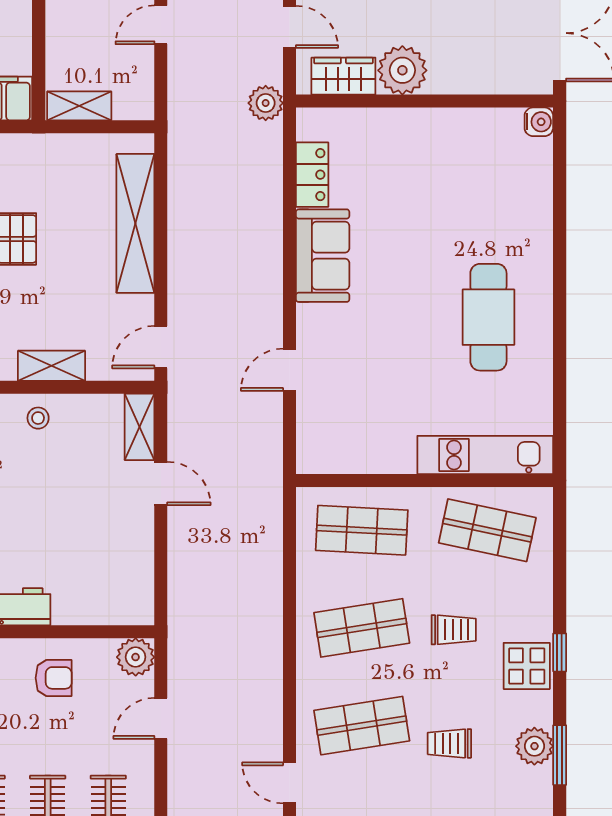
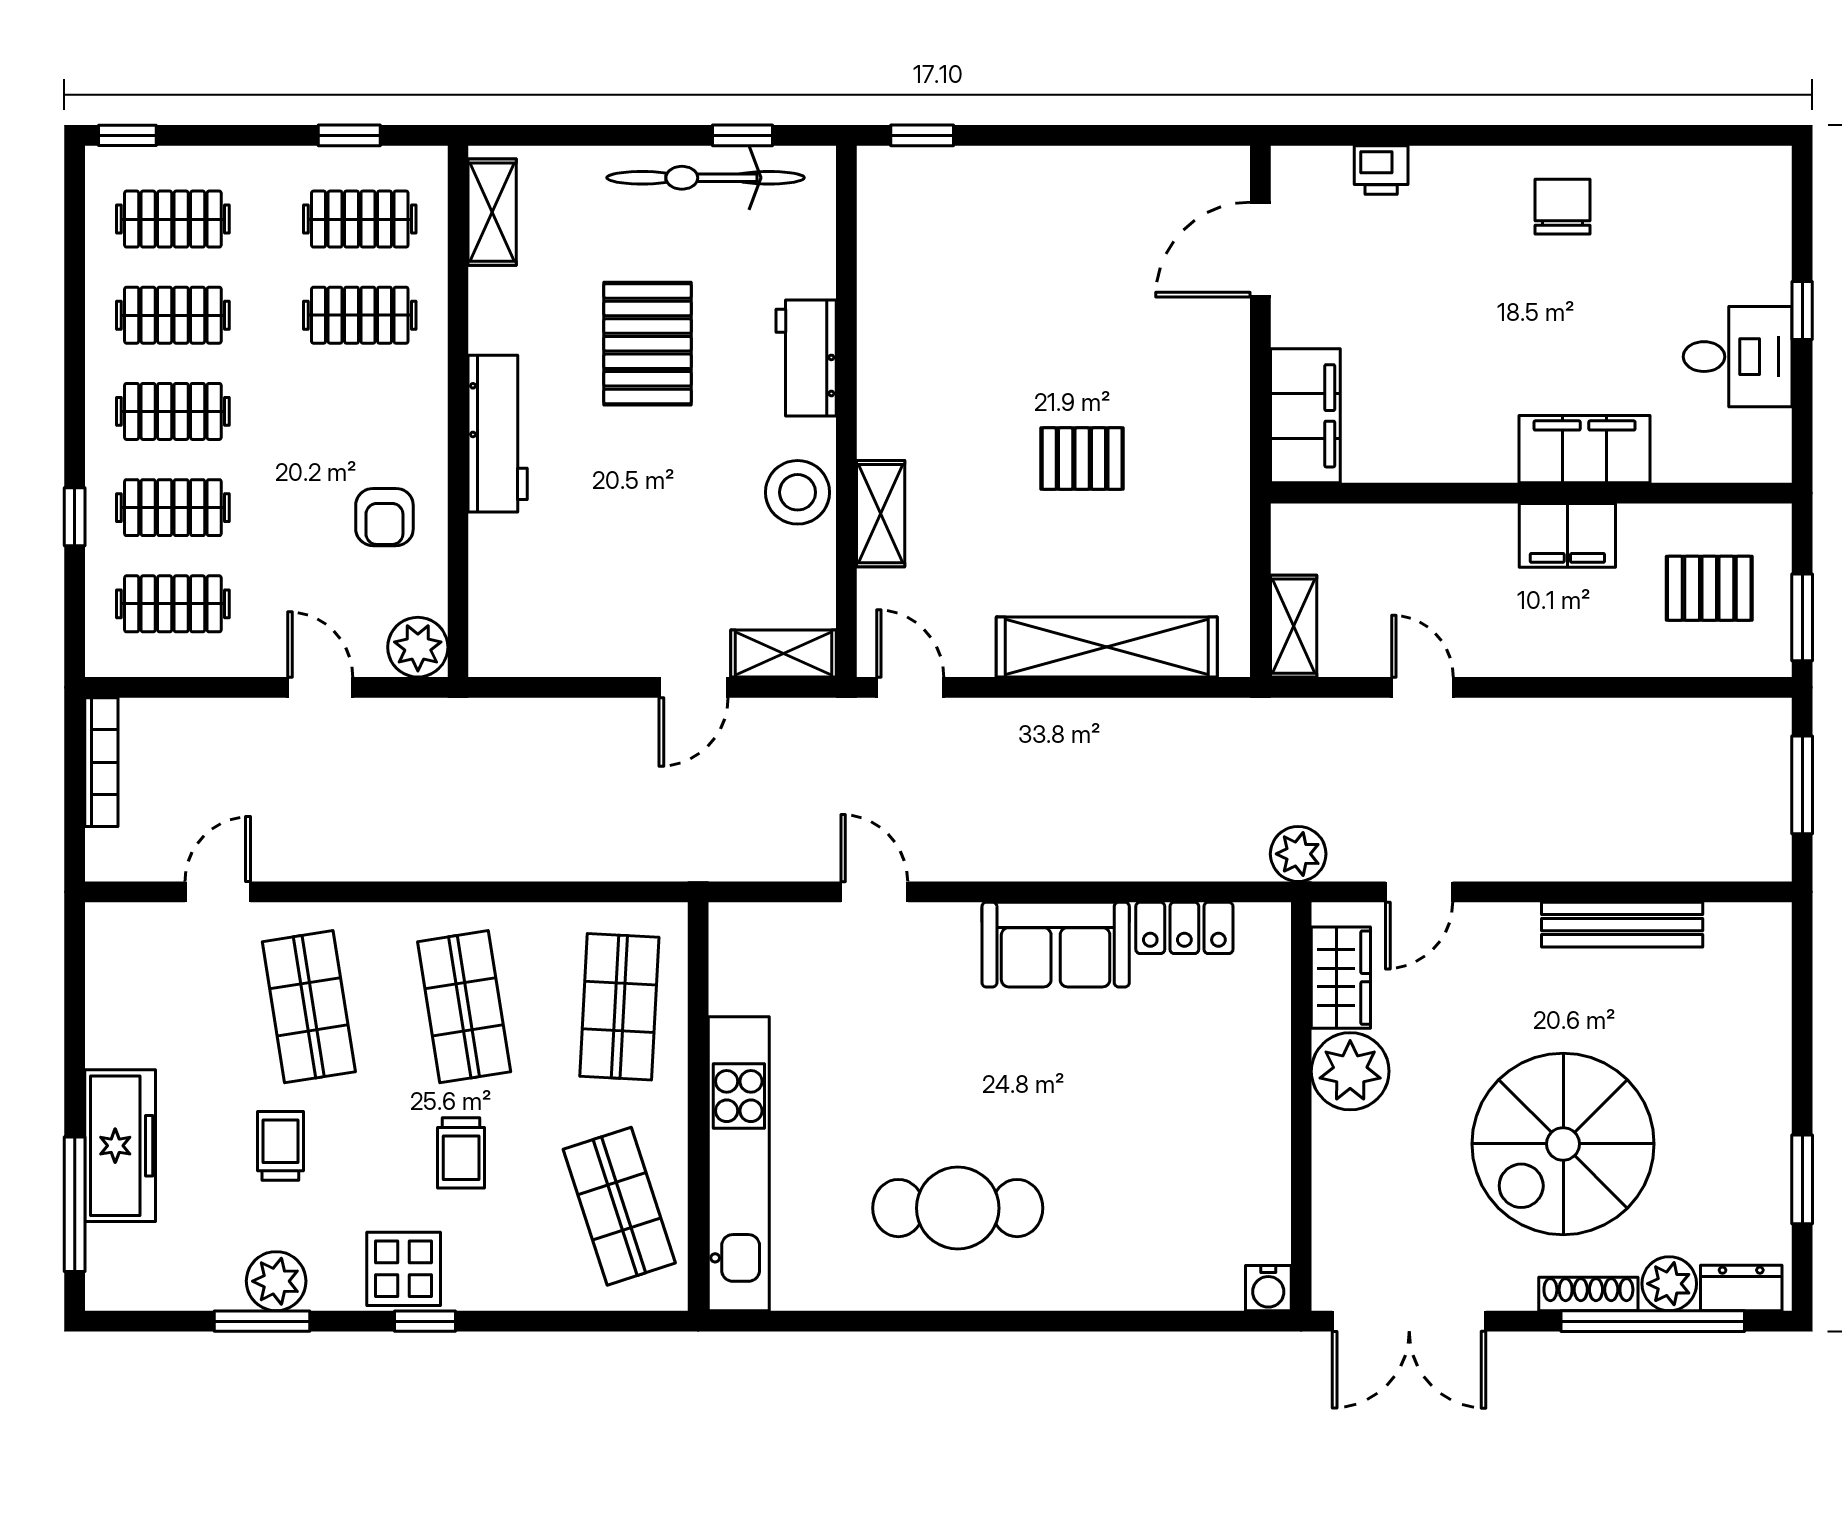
shelving: (79, 106) -> (1294, 626), moved
stool: (38, 418) -> (798, 492), width x1.89, depth x1.89
kitchen unit: (485, 455) -> (739, 1164), width x1.36
shop shelf: (487, 530) -> (619, 1206), turned -30

